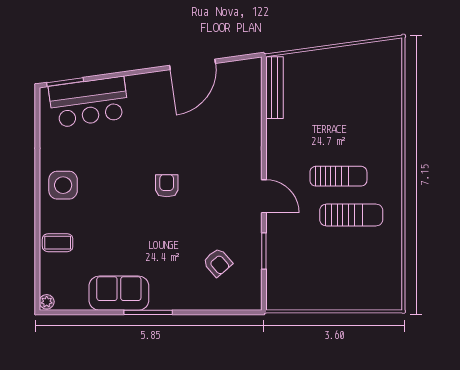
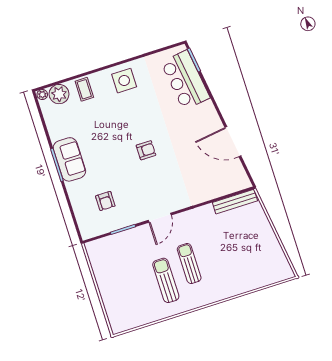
sun lounger: (338, 176) -> (189, 264), turned 180
sun lounger: (351, 215) -> (166, 280), turned 180
armchair: (218, 262) -> (105, 201), turned -49
plant: (53, 279) -> (59, 94), added
sofa: (119, 293) -> (69, 159), moved

